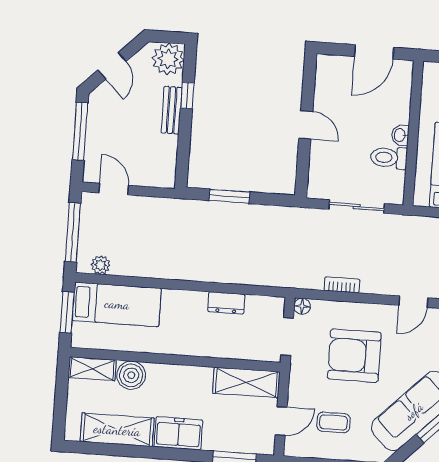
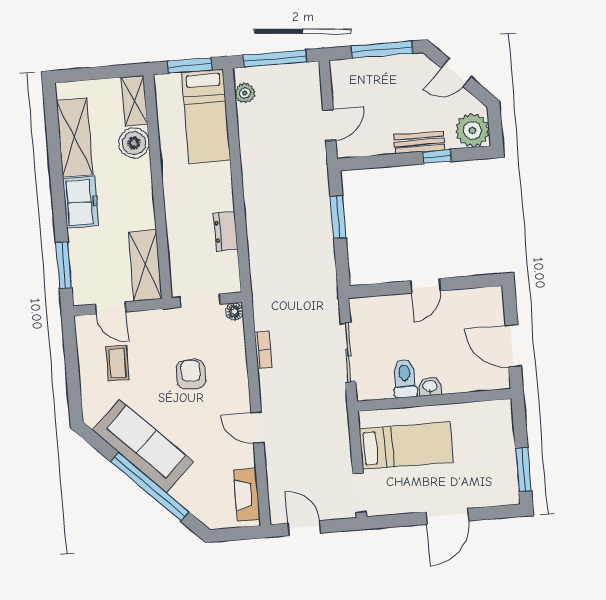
door: (114, 189) -> (329, 125), moved
armchair: (354, 356) -> (191, 374), width x0.53, depth x0.53

